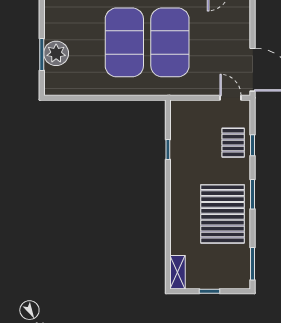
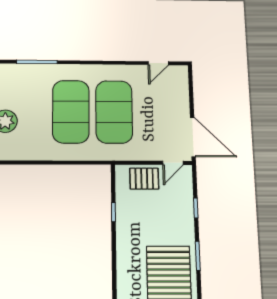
door: (231, 98) -> (173, 163), swing flipped
pallet: (233, 143) -> (144, 179), moved, turned 90

